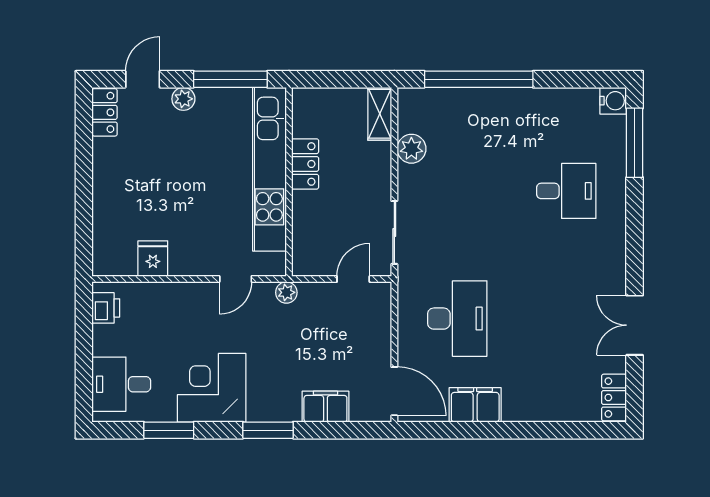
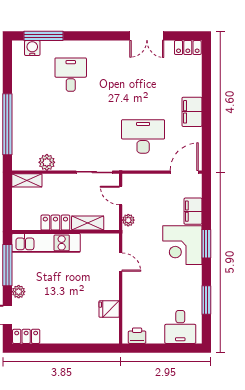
water cooler: (613, 101) -> (32, 48), moved
kitchen unit: (269, 169) -> (46, 243), width x0.73
shelving: (304, 221) -> (88, 223), added
plant: (286, 292) -> (128, 220), moved
corner desk: (212, 388) -> (182, 245), moved
filing cabinet: (475, 405) -> (192, 112), moved

